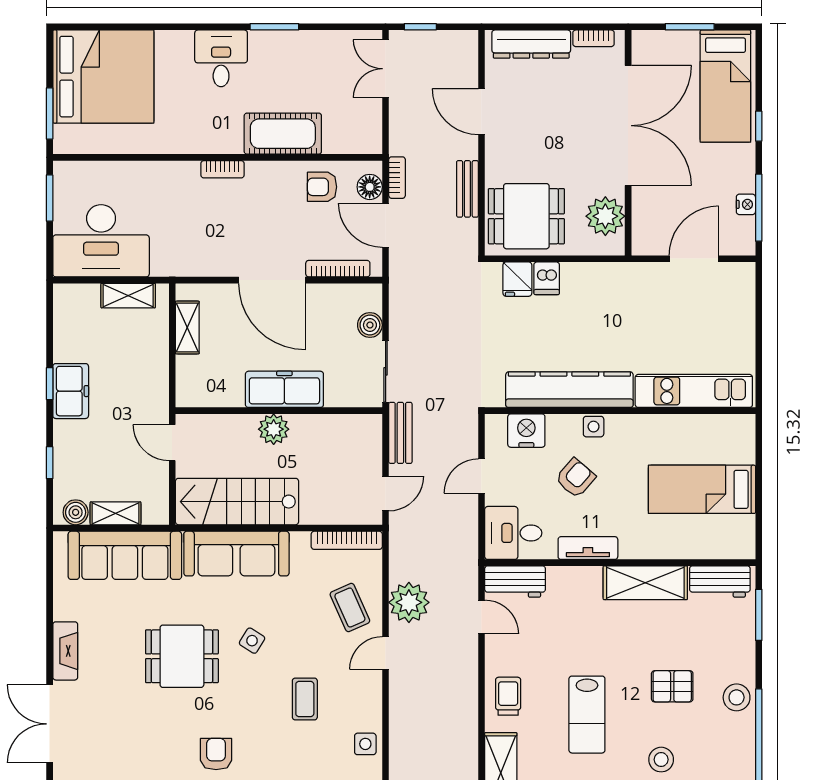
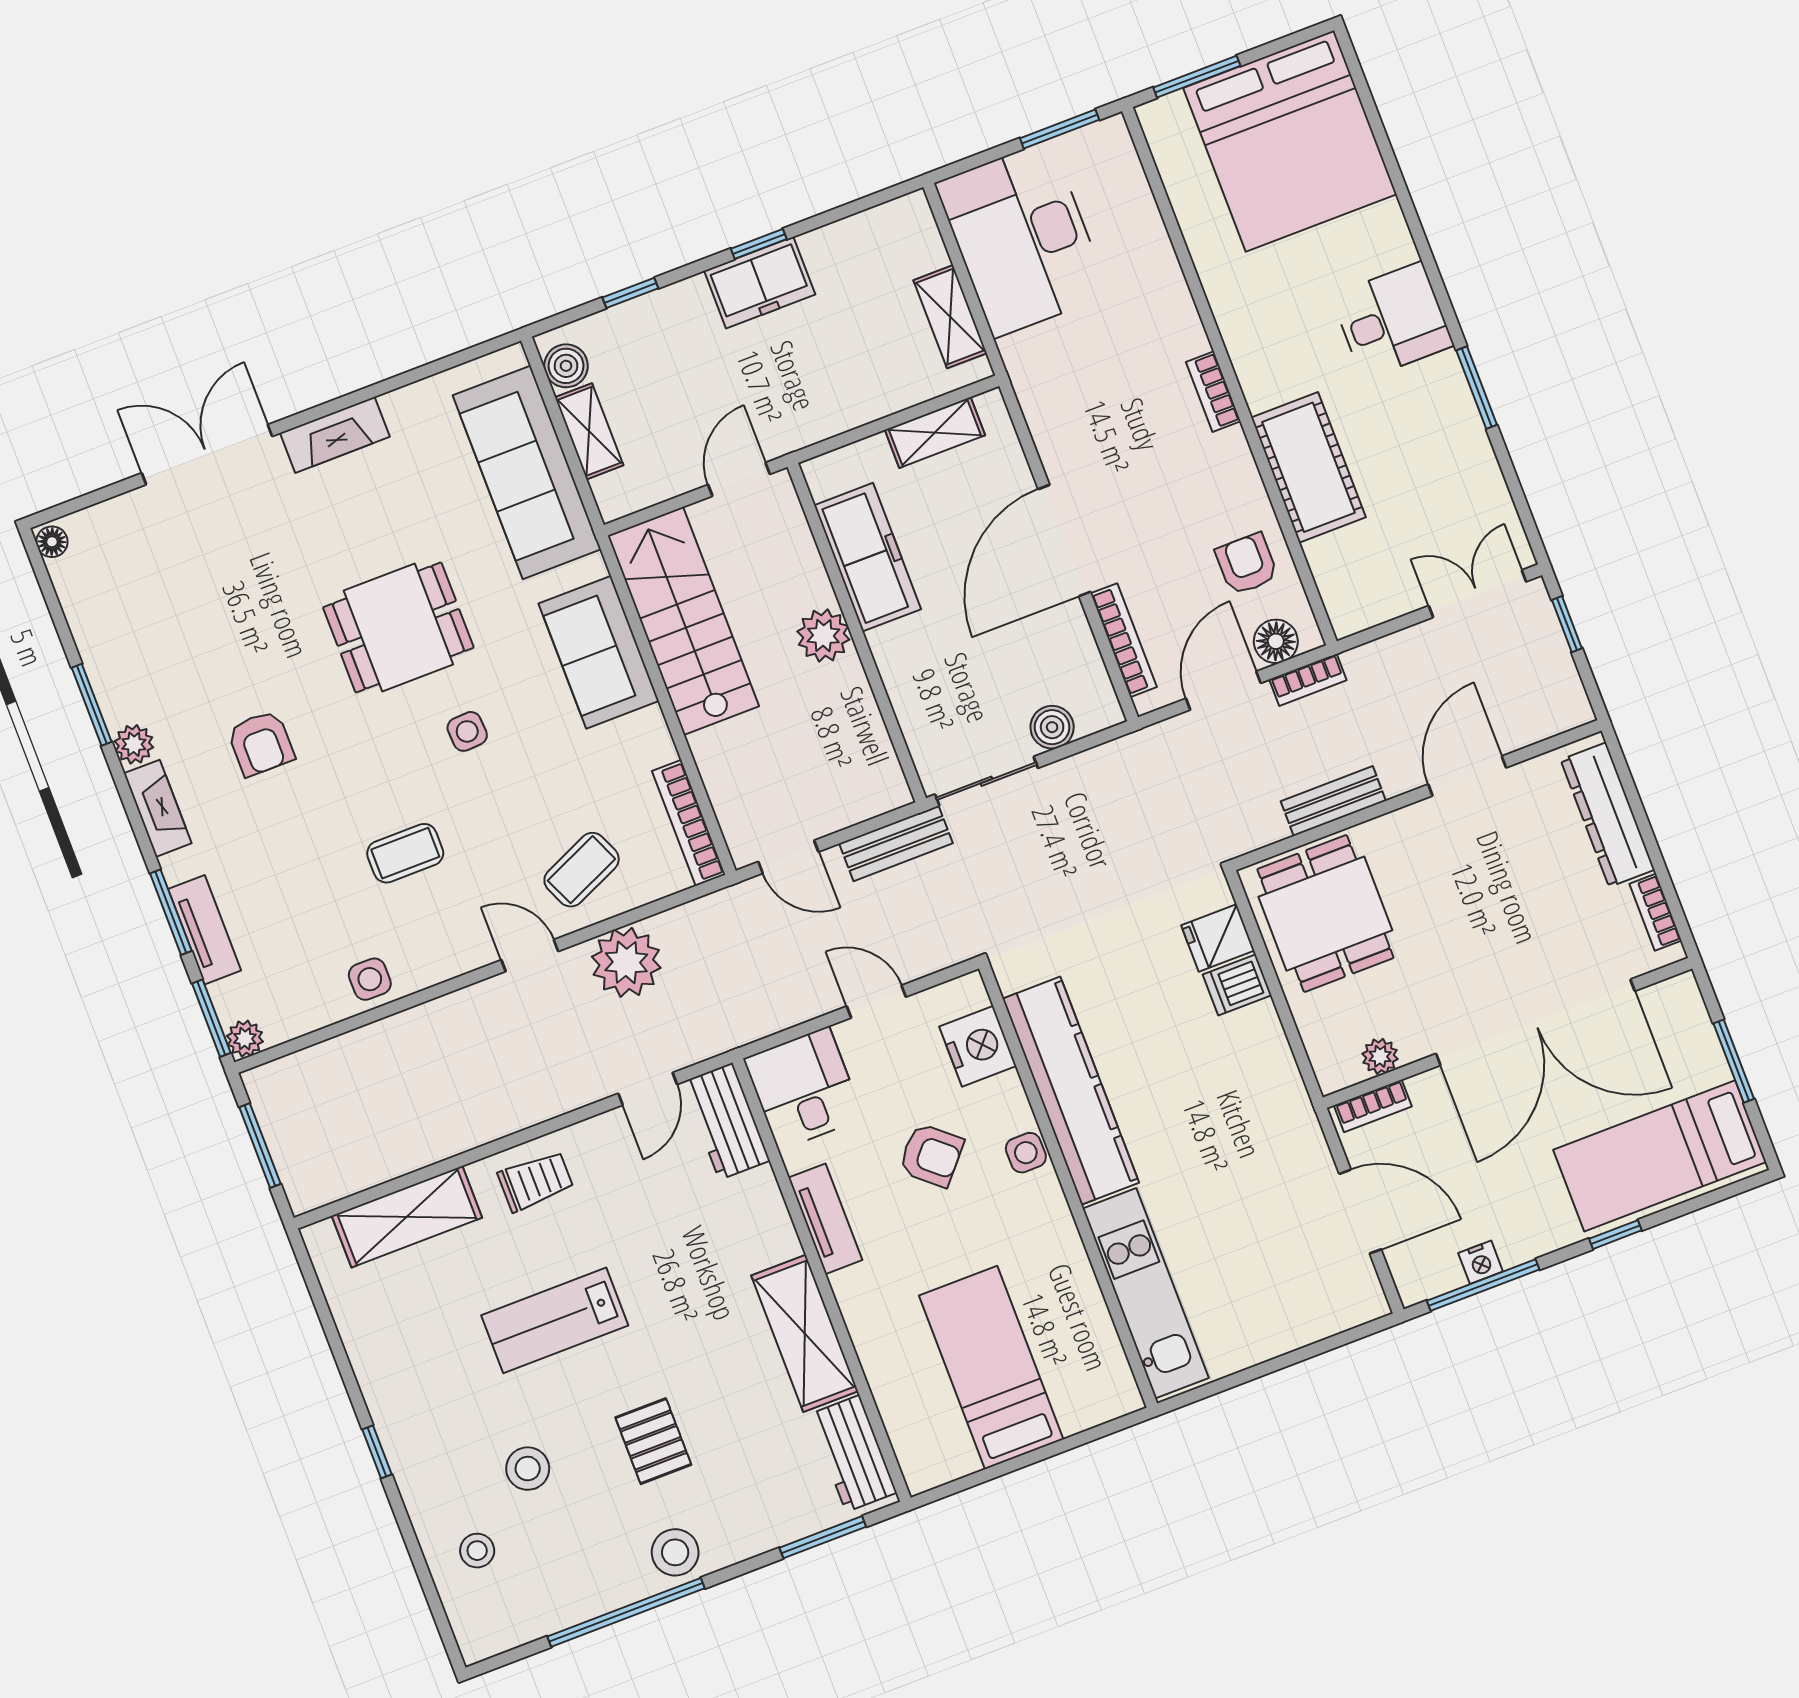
plant: (605, 216) -> (1380, 1056), width x0.53, depth x0.53
bookcase: (640, 230) -> (1373, 1106), added
freezer: (284, 389) -> (868, 557), moved
sofa: (236, 554) -> (599, 652), width x0.73
side table: (252, 641) -> (467, 731), turned -35
dining table: (182, 656) -> (398, 627), turned 90
armchair: (216, 754) -> (261, 743), turned 90

